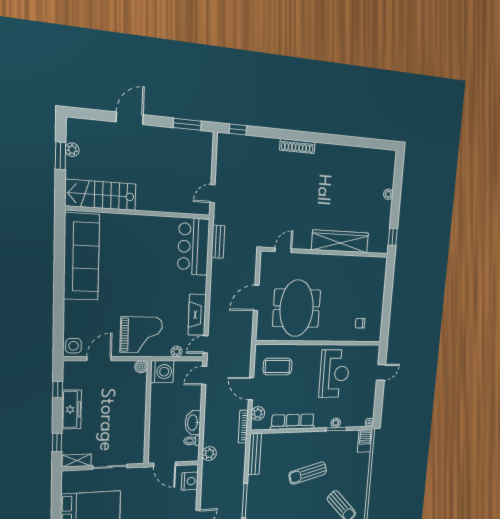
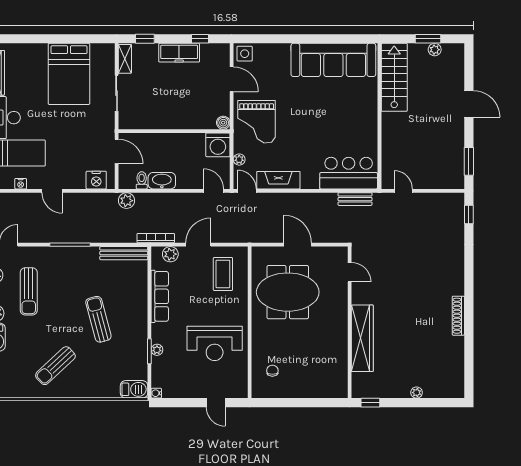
shoe rack: (297, 146) -> (458, 316), moved
door: (165, 464) -> (117, 151), swing flipped

